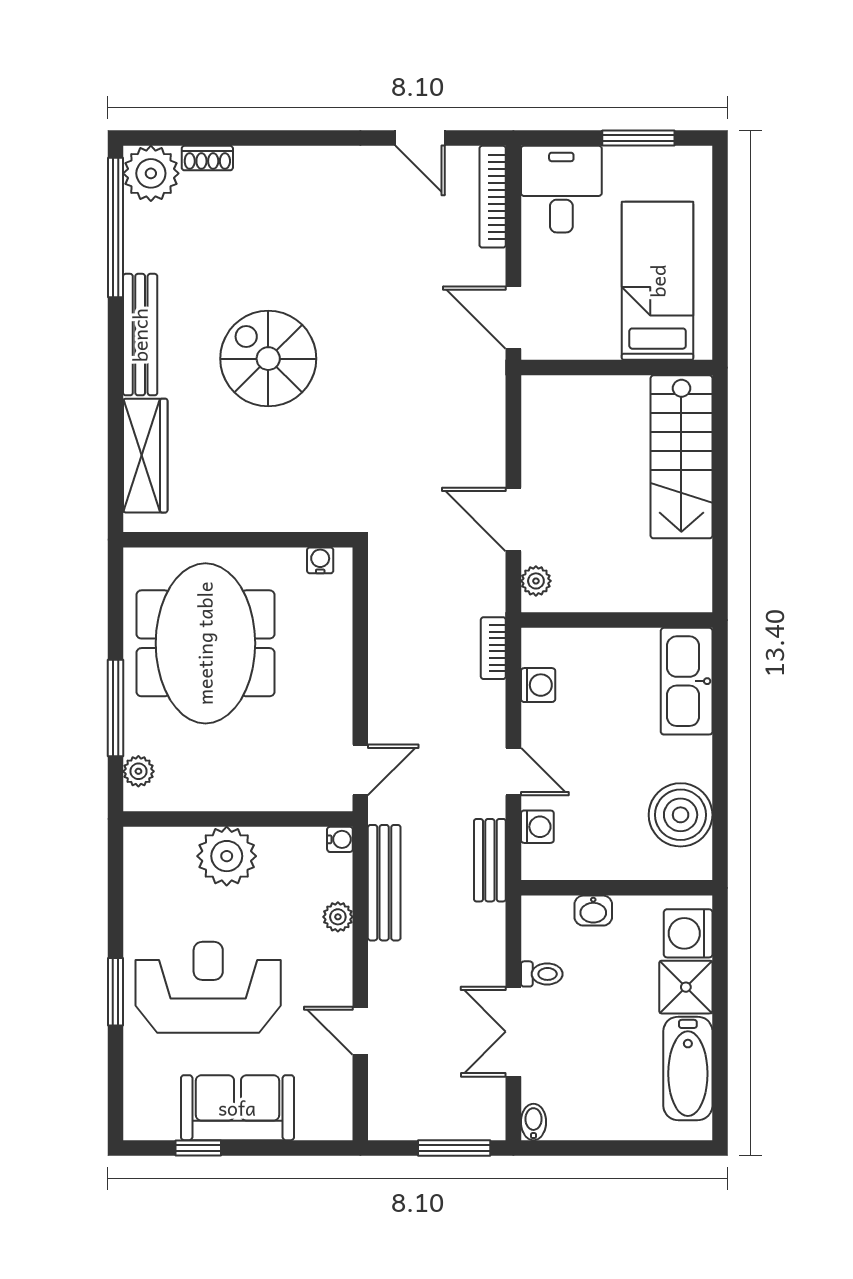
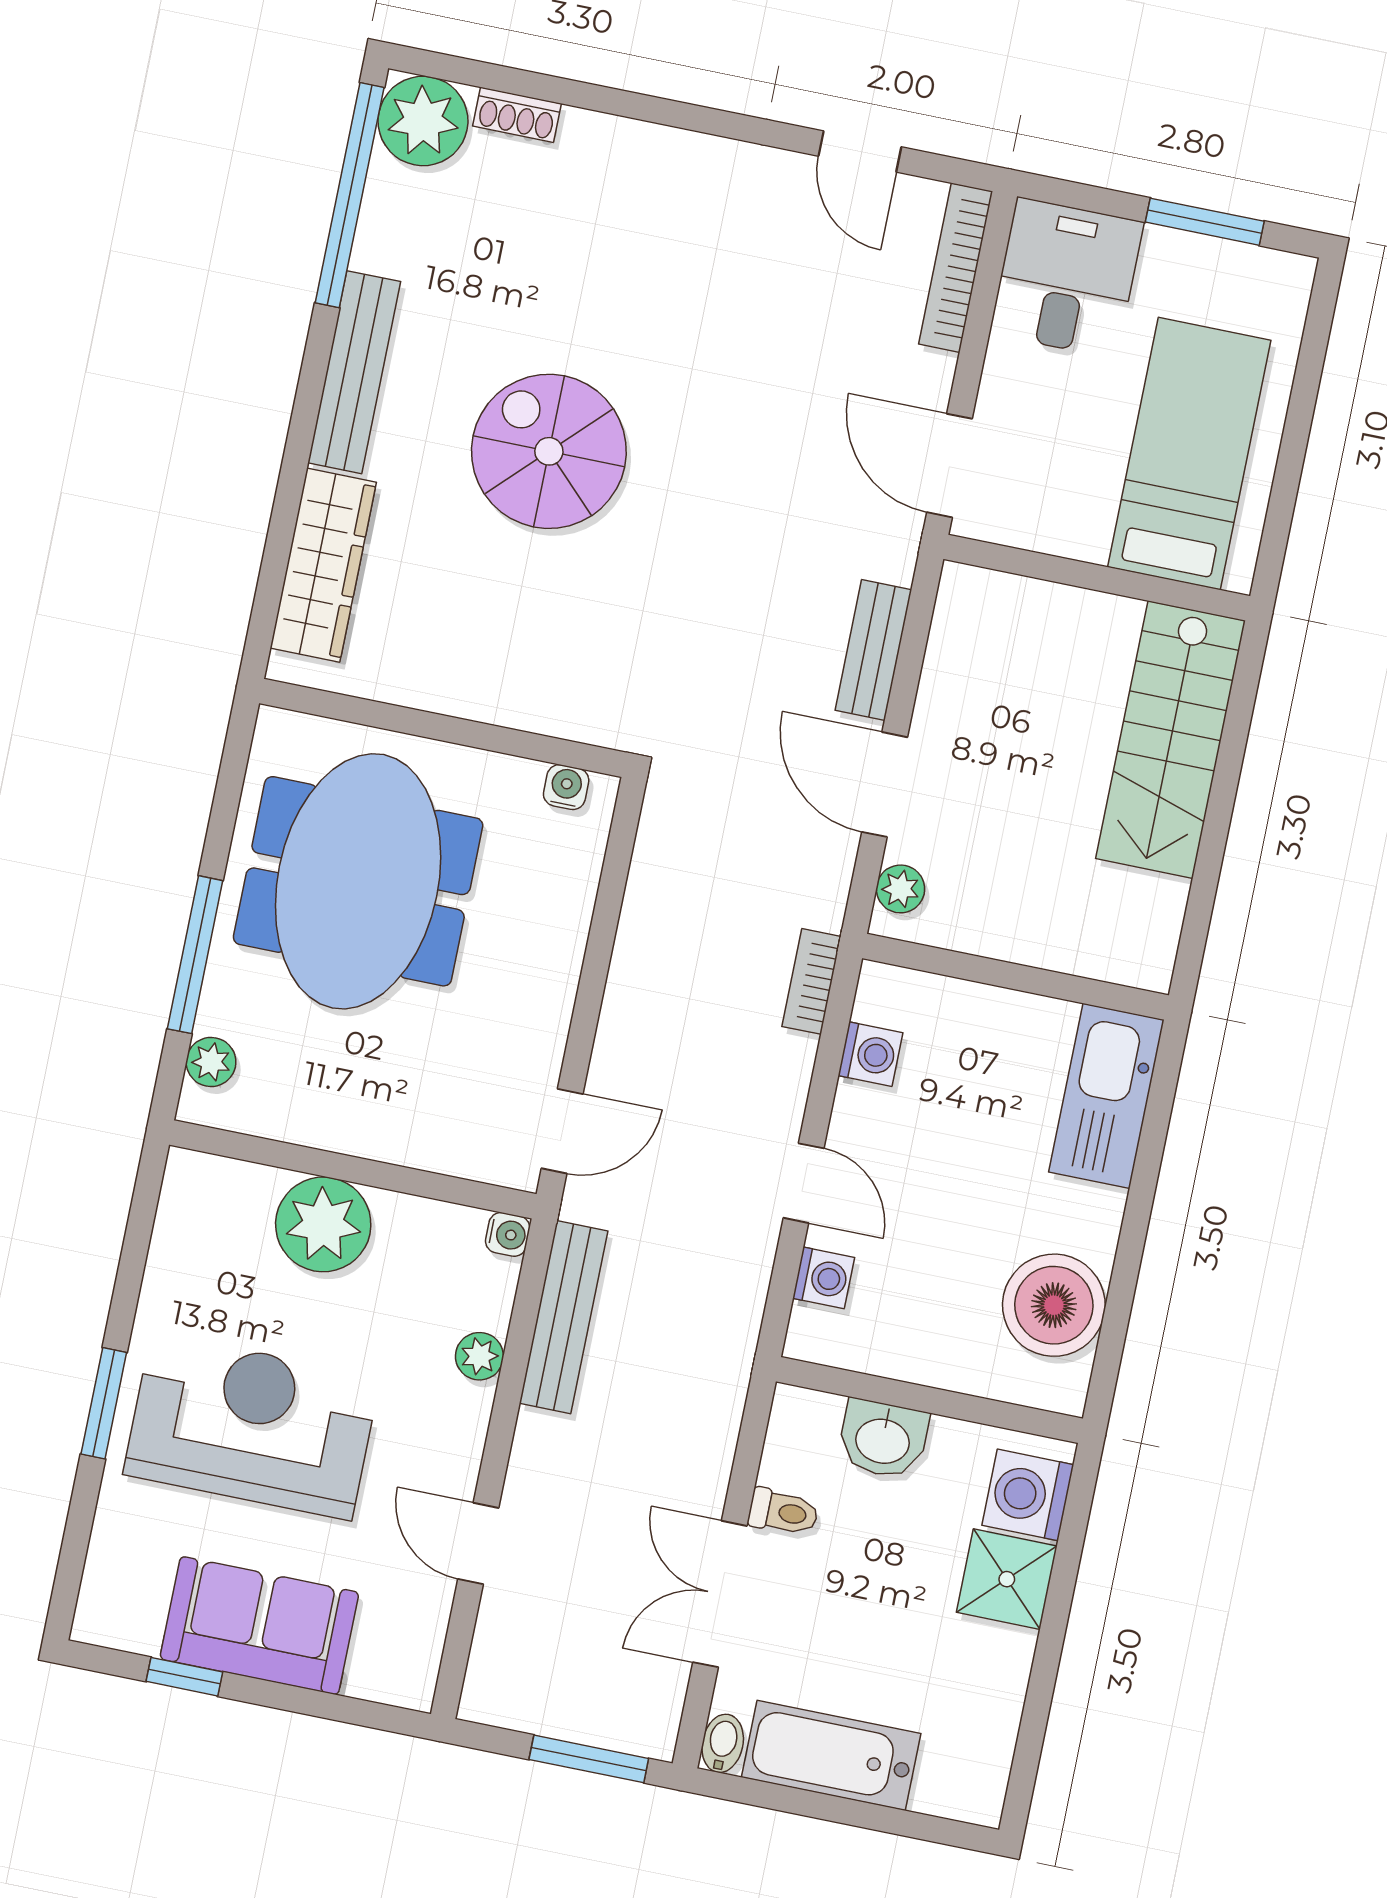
bench: (490, 860) -> (873, 650), moved
washbasin: (593, 911) -> (883, 1439), width x1.38, depth x1.45
bathtub: (688, 1068) -> (831, 1755), moved, turned 90

